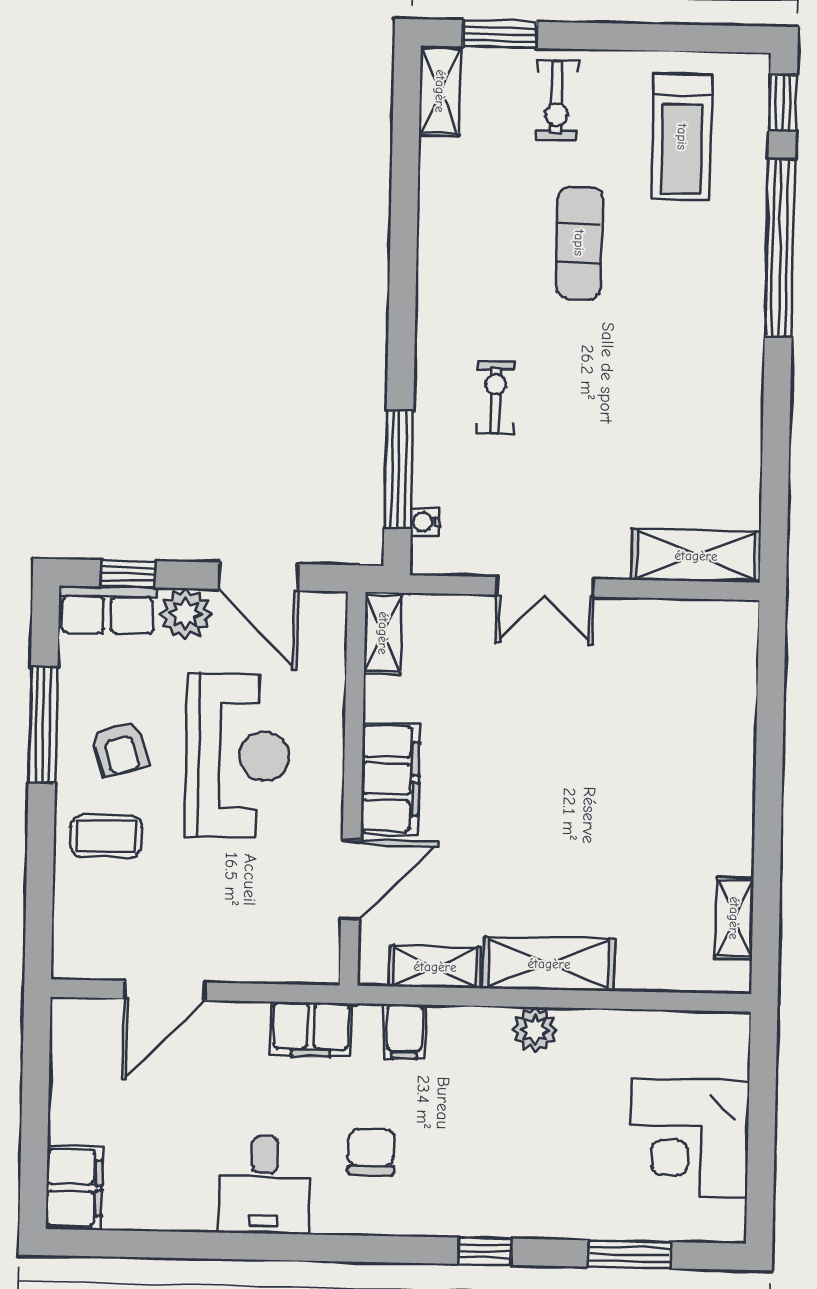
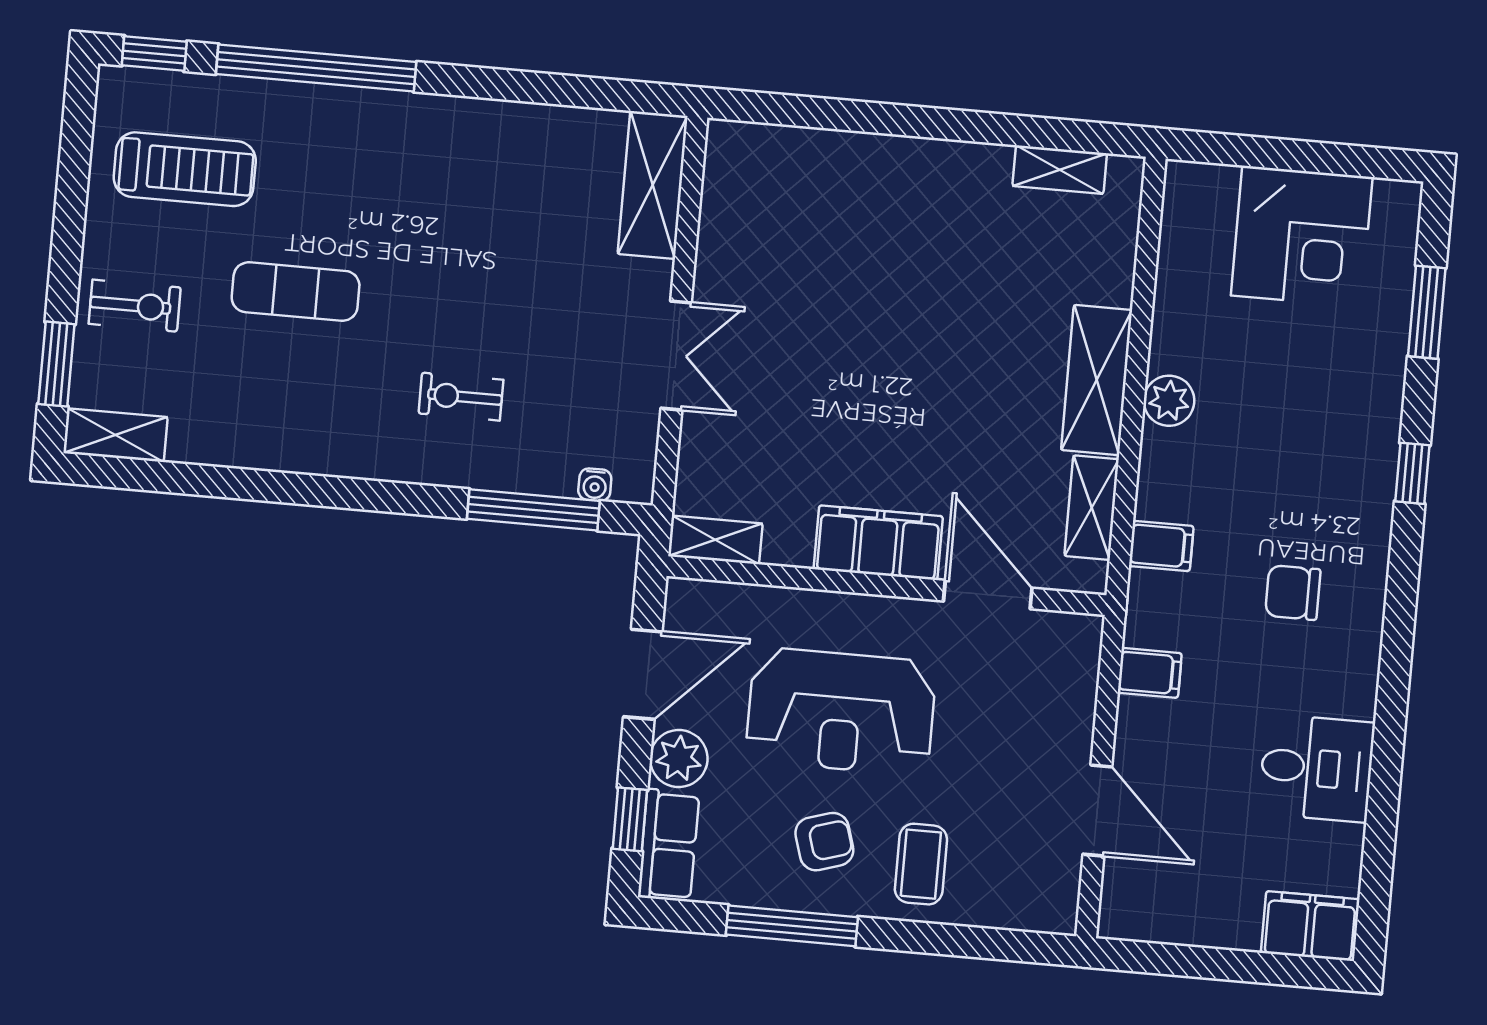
reception desk: (238, 756) -> (841, 711), turned 180
filing cabinet: (311, 1029) -> (1150, 673), width x0.50
desk: (264, 1185) -> (1317, 768), moved

